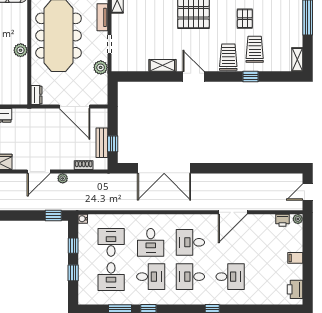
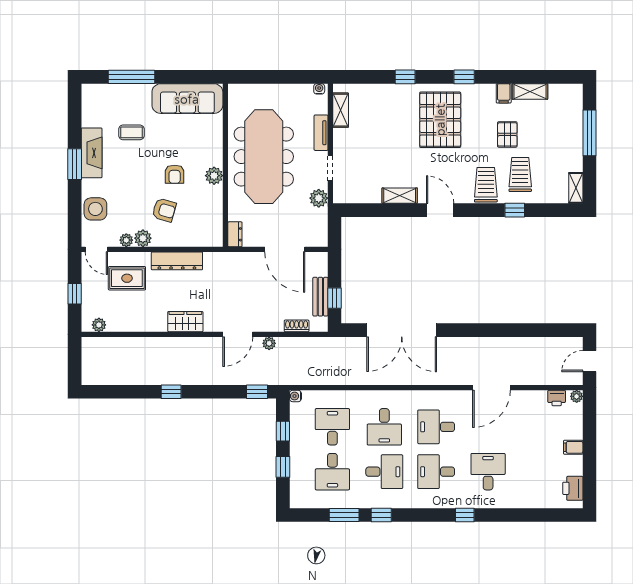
desk: (230, 277) -> (488, 472), turned -90

